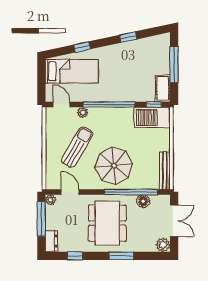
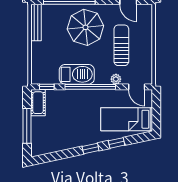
window: (128, 37) -> (91, 149), moved
barbecue: (152, 117) -> (77, 74), moved
sun lounger: (77, 147) -> (121, 45), turned 149

